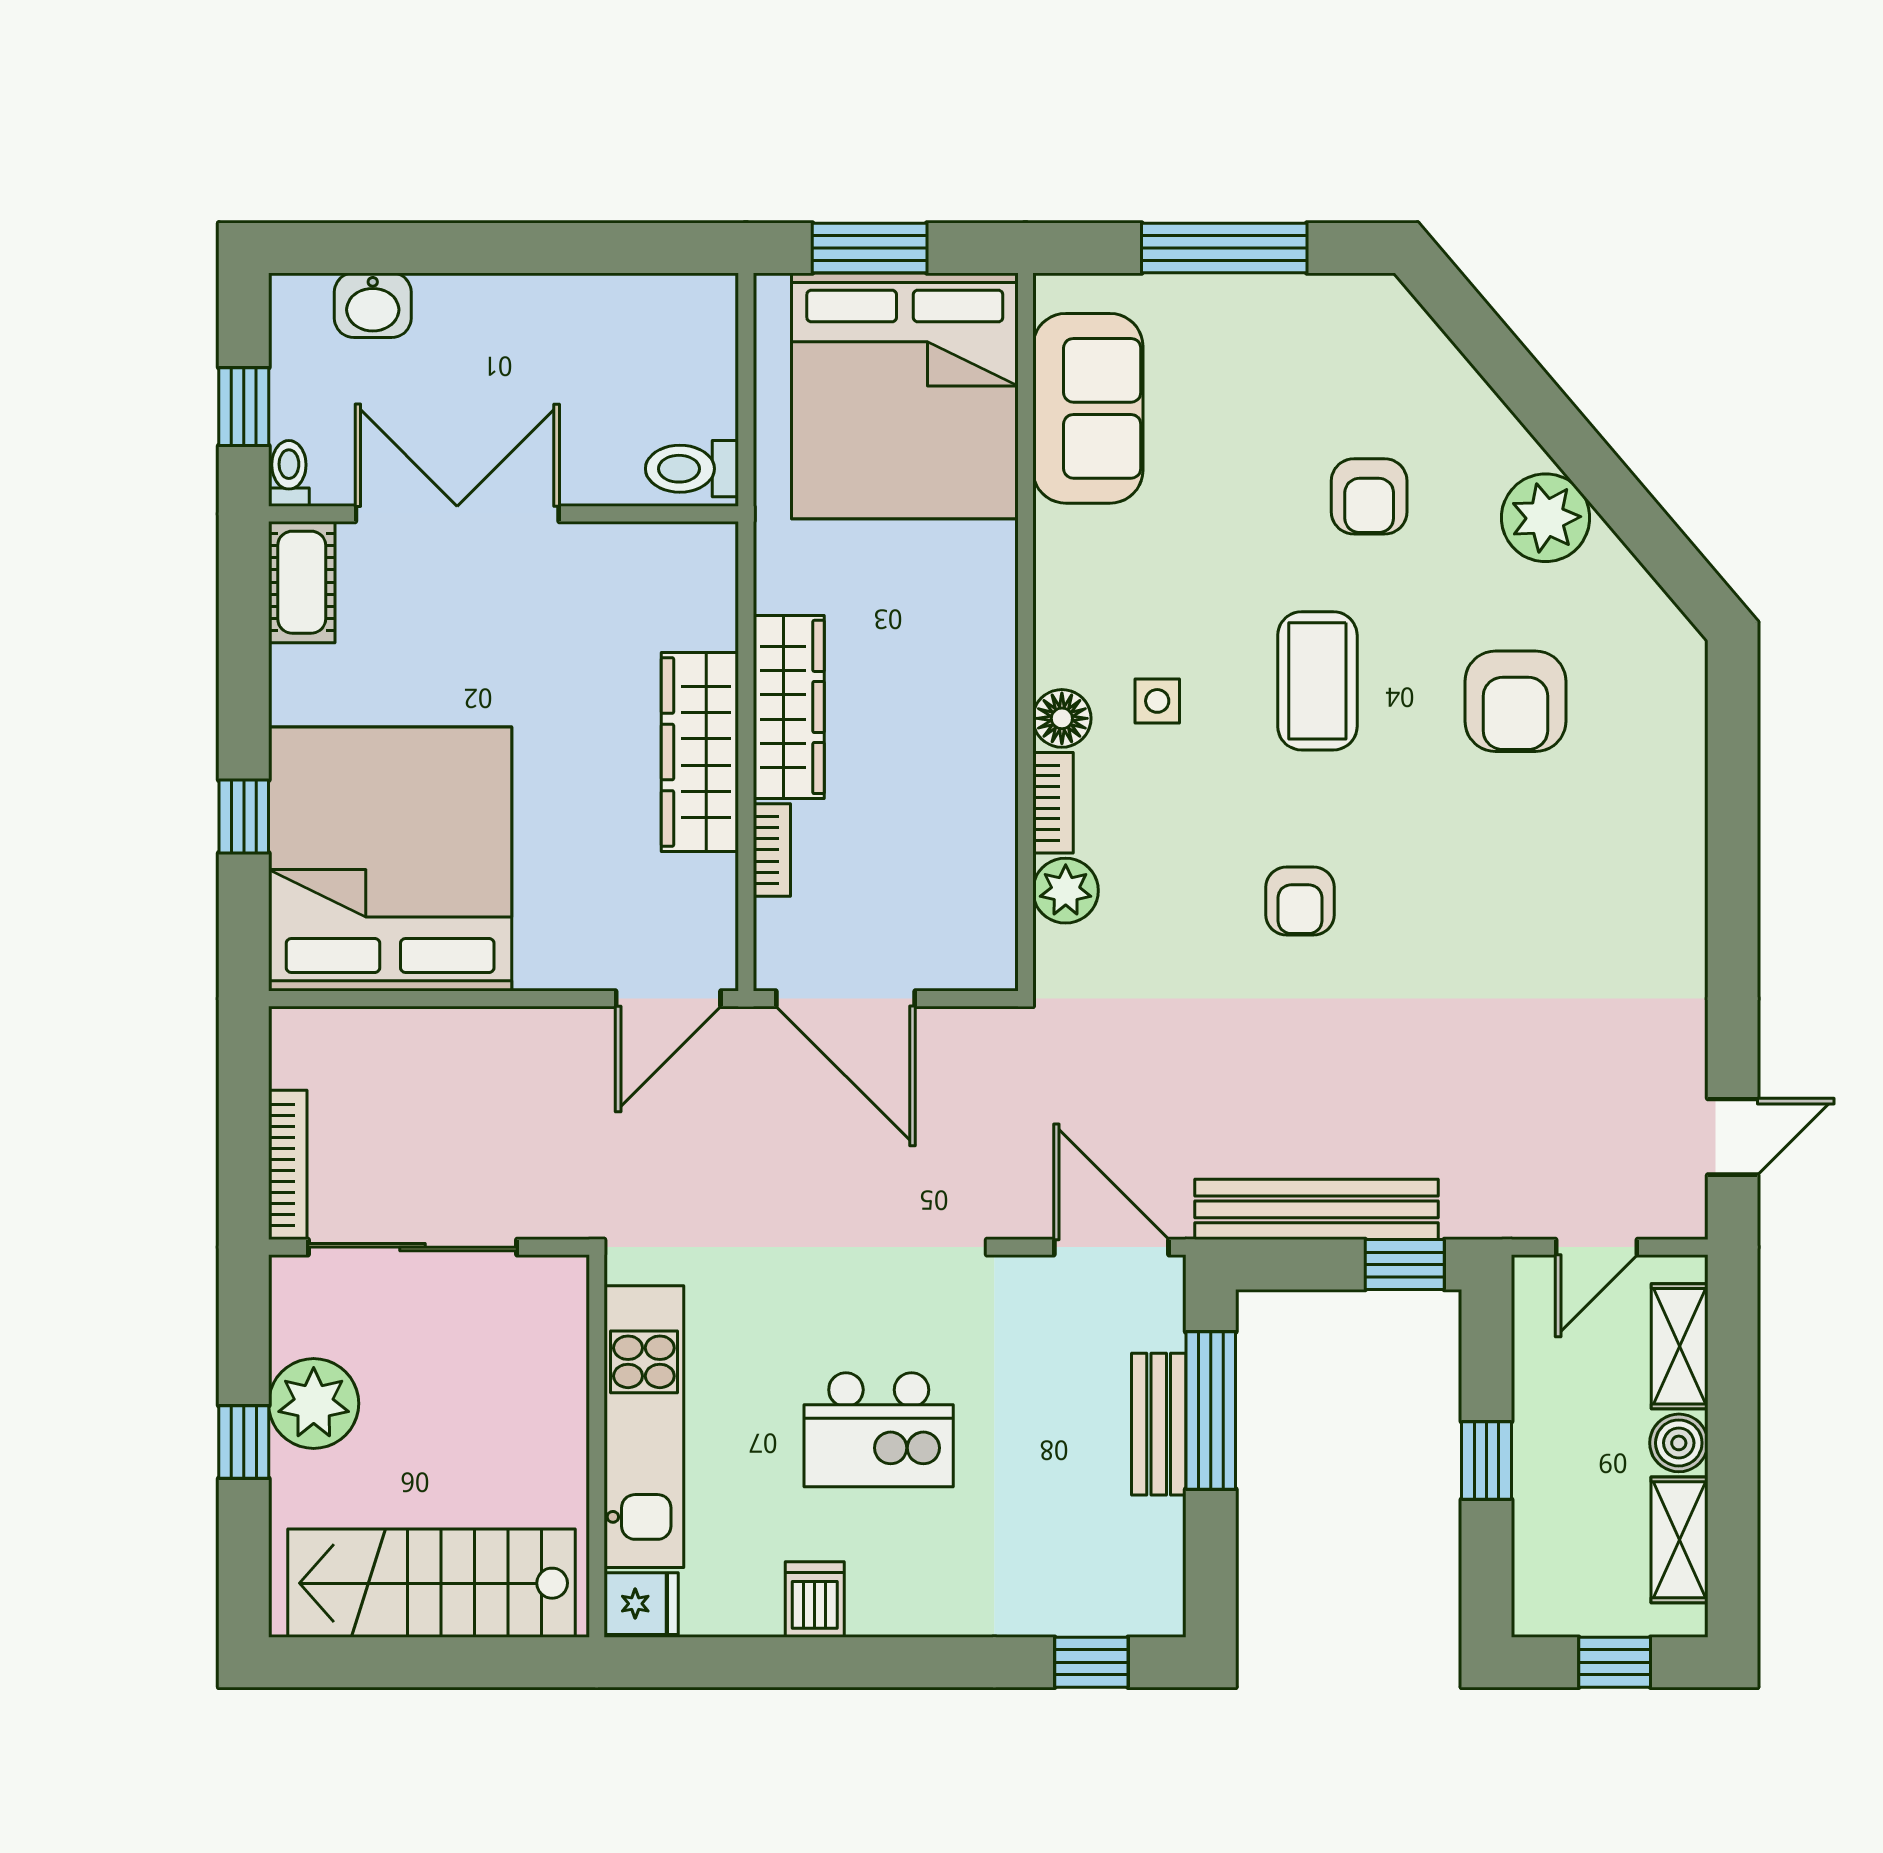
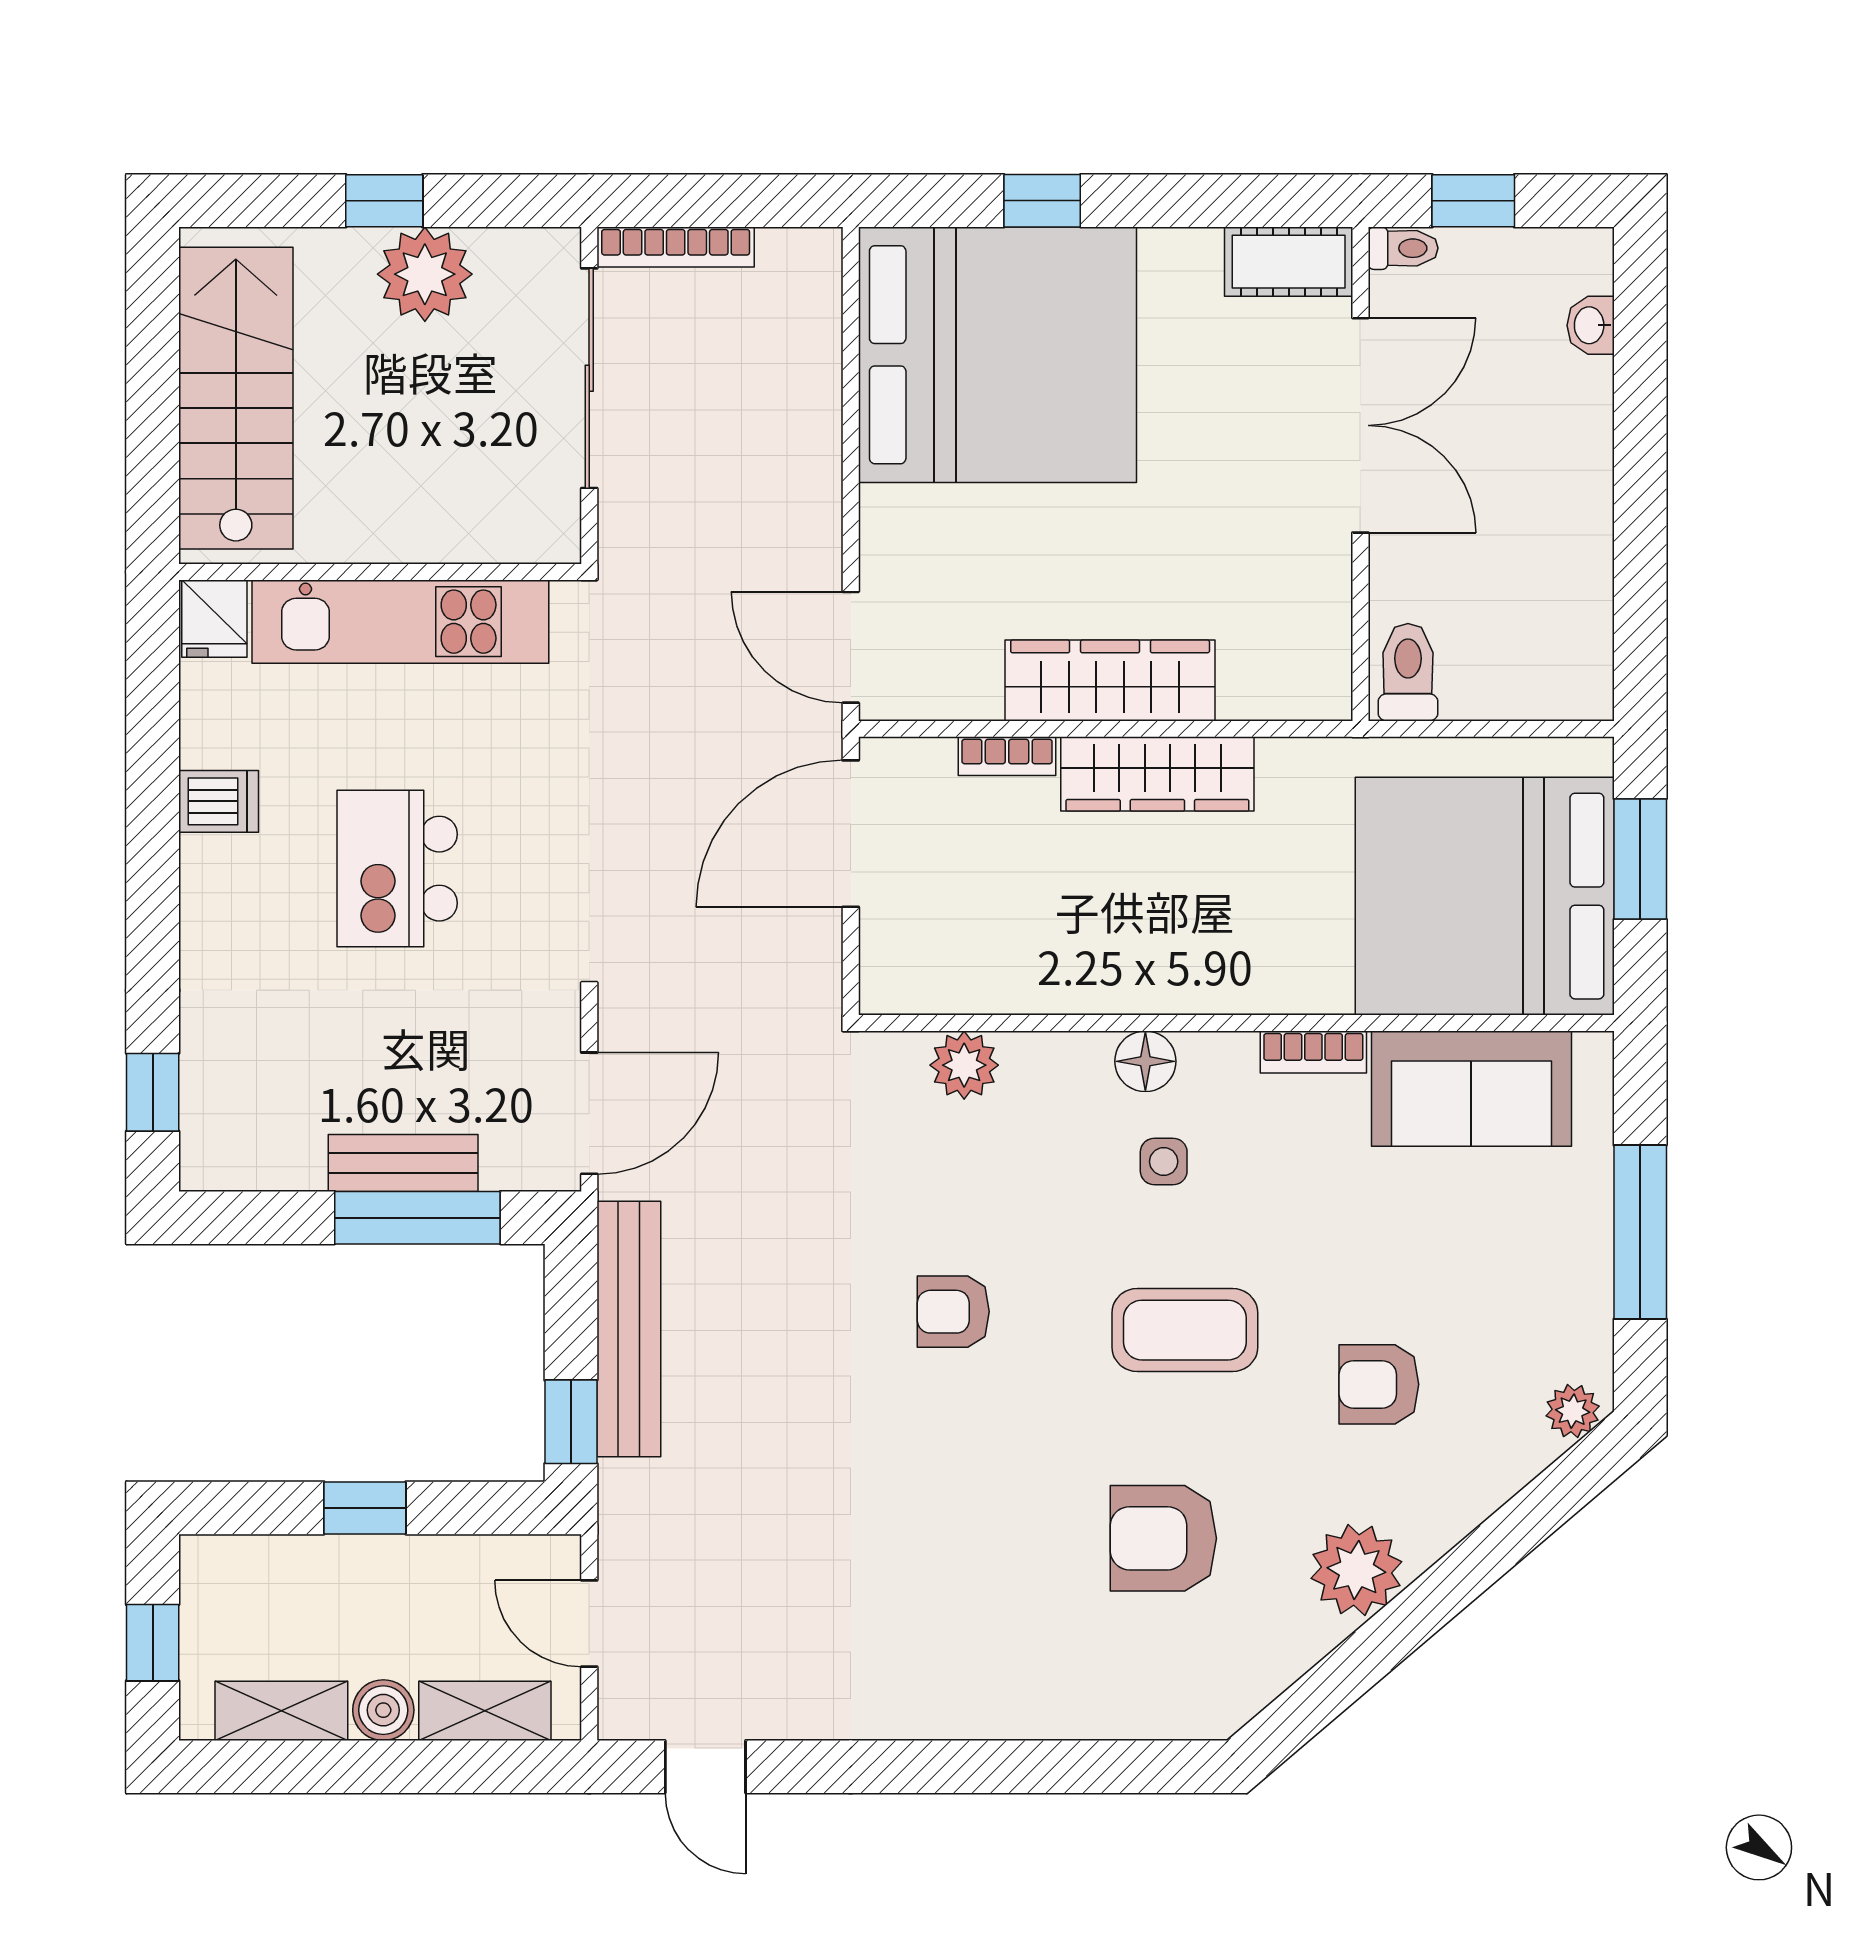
washbasin: (373, 305) -> (1591, 325), width x0.72, depth x0.69
plant: (1394, 312) -> (1573, 1411), added
bookcase: (1053, 803) -> (1313, 1052), moved

